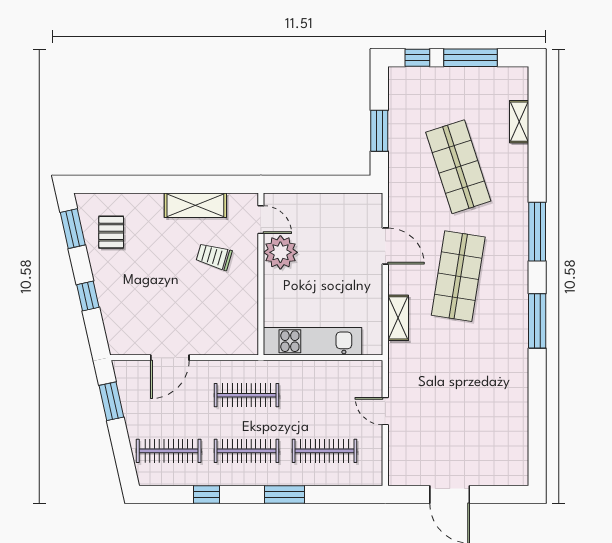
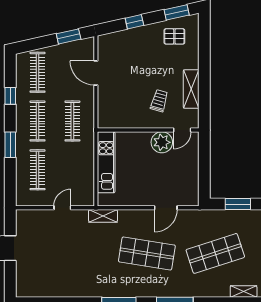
shelving: (398, 318) -> (103, 216), moved

